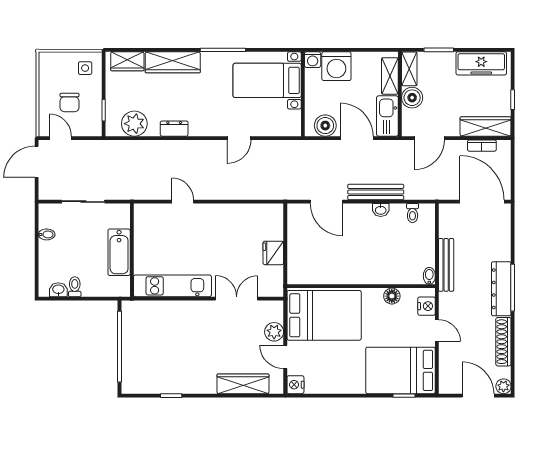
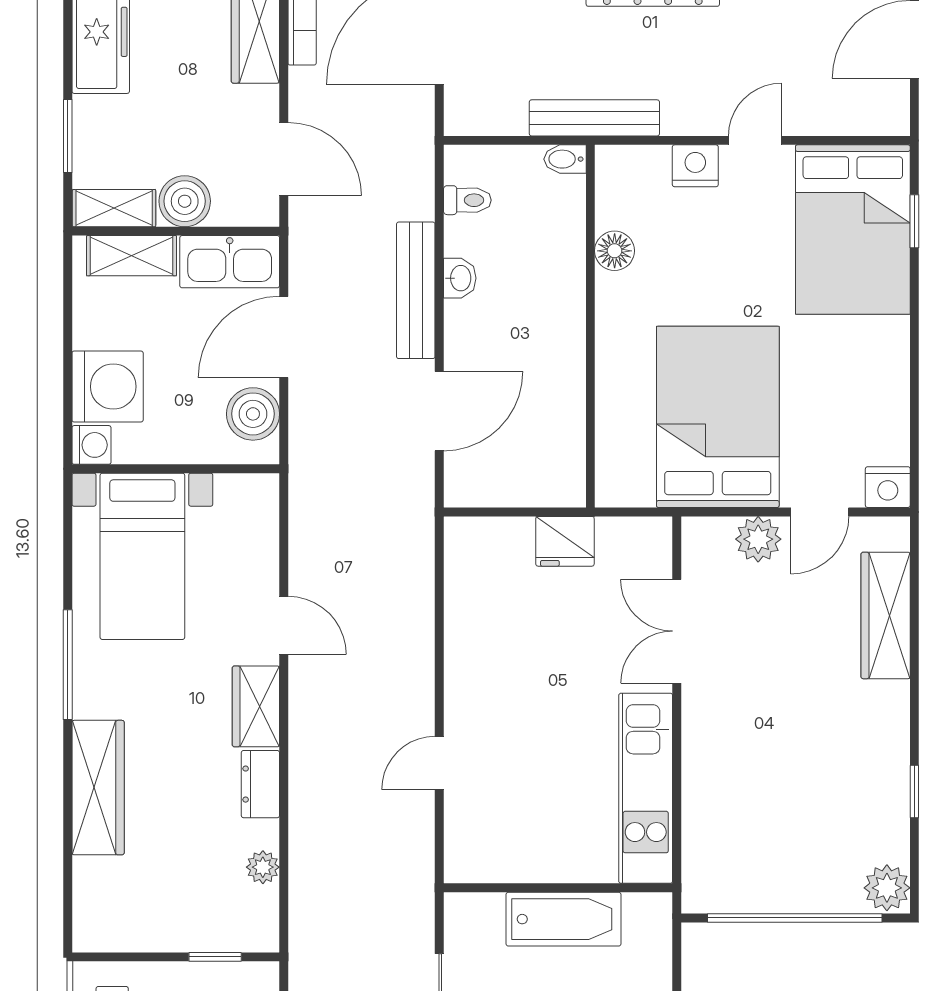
wardrobe: (127, 61) -> (256, 706), moved, turned 180
plant: (134, 124) -> (263, 867), width x0.53, depth x0.53
bidet: (429, 276) -> (565, 159), moved
wall: (361, 286) -> (590, 326), moved
floor lamp: (392, 296) -> (615, 251), moved
plant: (132, 384) -> (887, 888), added

